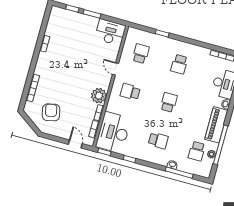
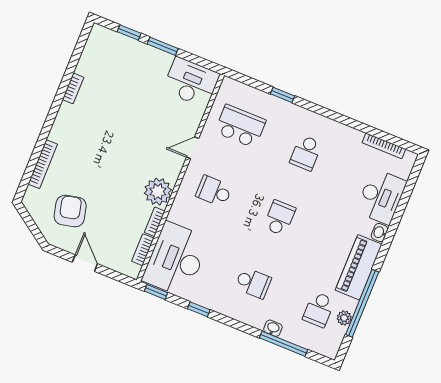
school desk: (141, 54) -> (240, 126), width x1.85
door: (115, 69) -> (193, 148), hinge flipped
door: (75, 144) -> (85, 263), moved

